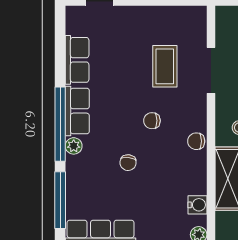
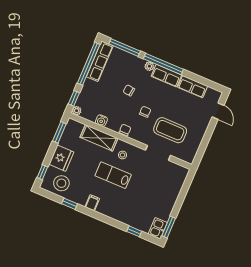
coffee table: (165, 66) -> (170, 130), width x1.36, depth x1.32
water cooler: (197, 205) -> (101, 121), moved

